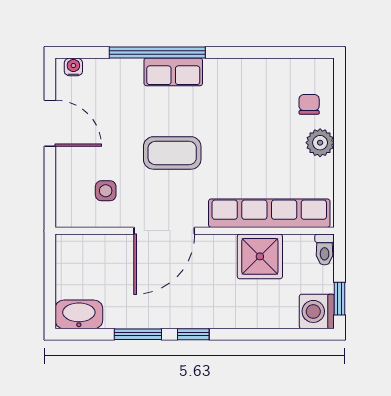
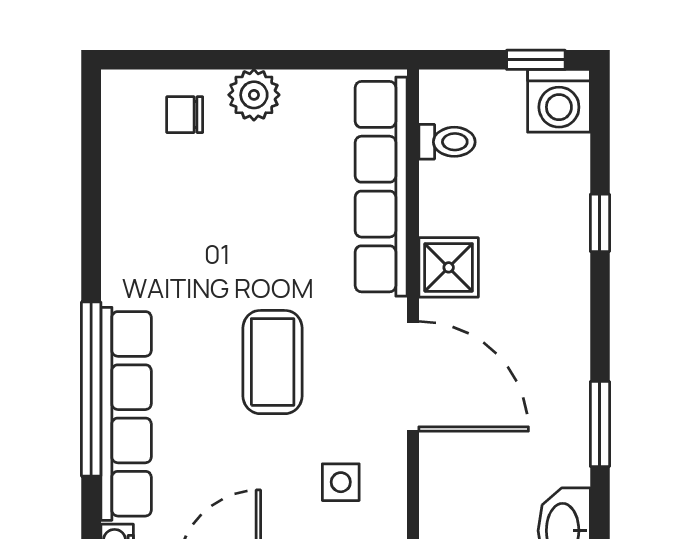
row of seats: (173, 72) -> (126, 414), width x2.02
toilet: (325, 249) -> (447, 142), moved
shower: (260, 256) -> (449, 267), moved, width x0.73, depth x0.73
window: (193, 334) -> (600, 223), moved

